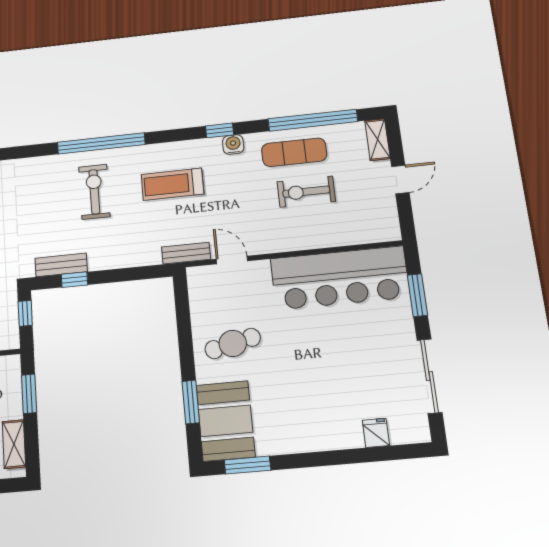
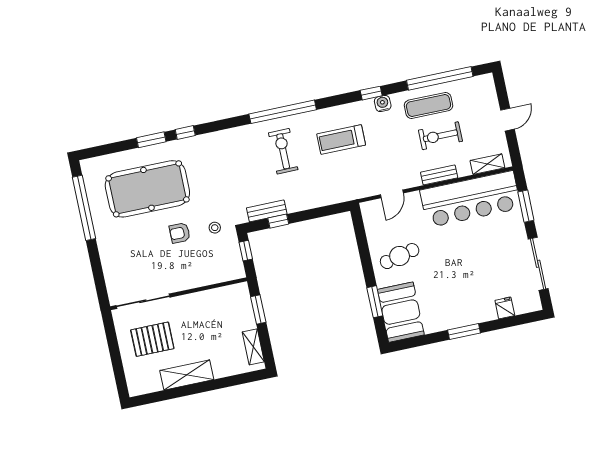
shelving: (377, 140) -> (487, 164), moved, turned 90
bench: (186, 253) -> (439, 175), moved
door: (232, 260) -> (392, 194), swing flipped
window: (247, 465) -> (464, 332), moved

